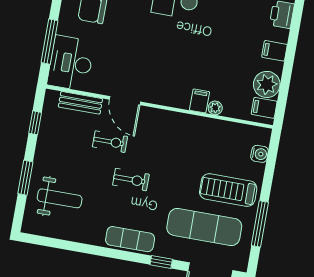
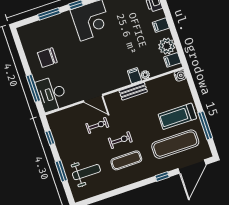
bench: (80, 103) -> (133, 91), moved
water cooler: (260, 154) -> (180, 76), moved
exercise mat: (130, 239) -> (126, 160), moved

